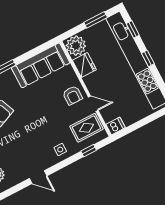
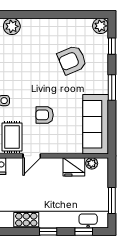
plant: (76, 46) -> (92, 163), width x0.53, depth x0.53
armchair: (72, 95) -> (45, 115), moved

